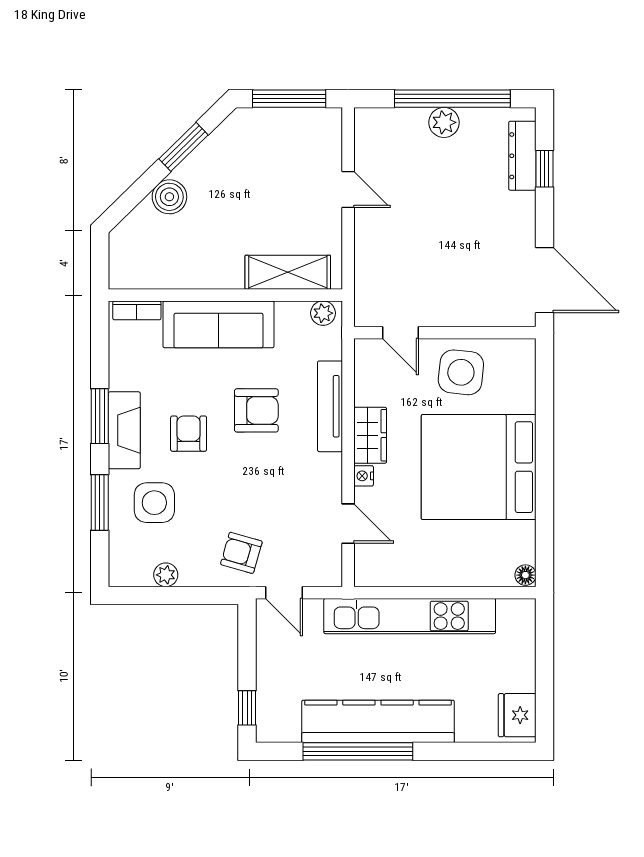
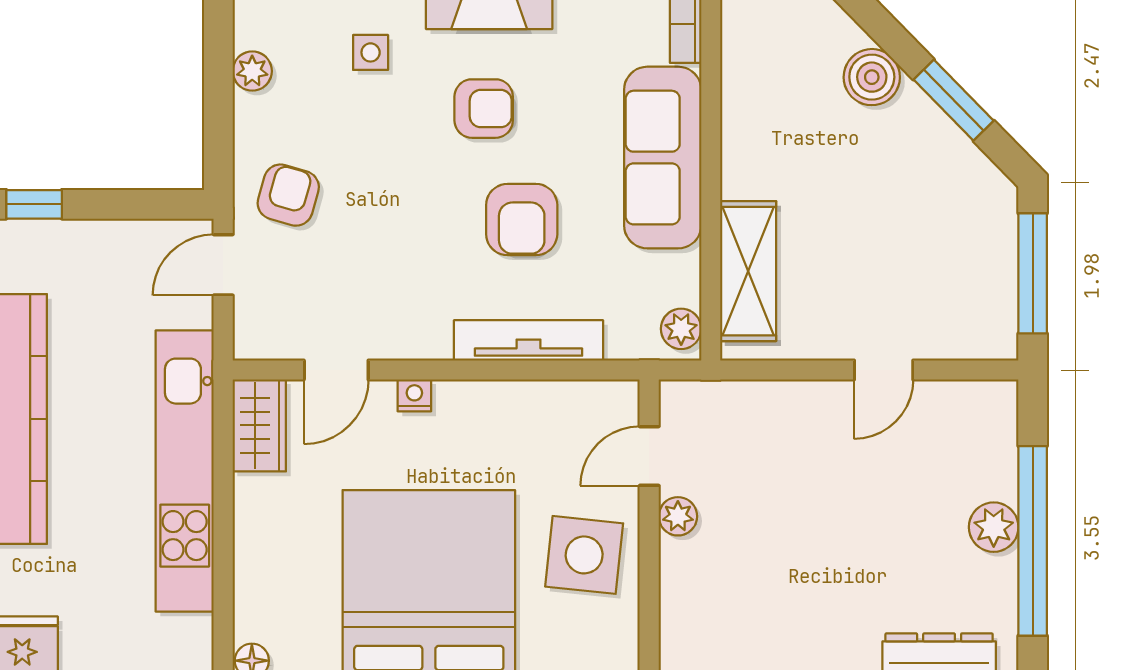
plant: (437, 315) -> (678, 516), added
wardrobe: (370, 435) -> (259, 425), moved, turned -90
side table: (154, 503) -> (371, 52), width x0.54, depth x0.54

